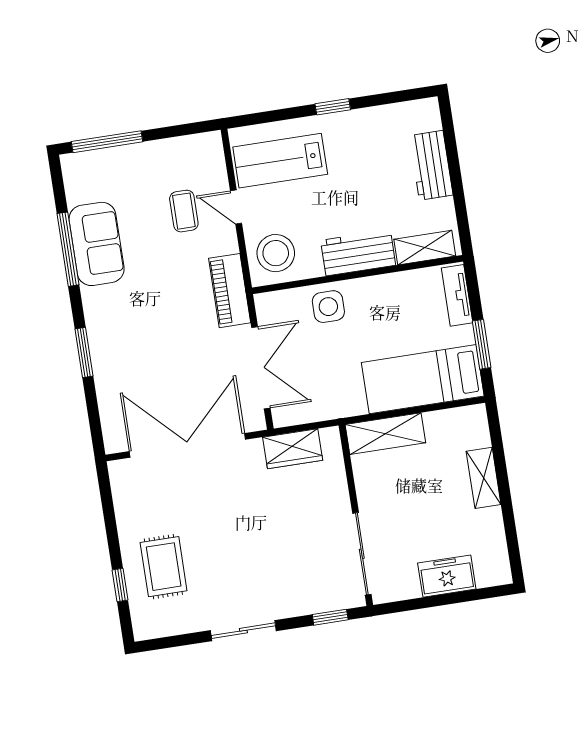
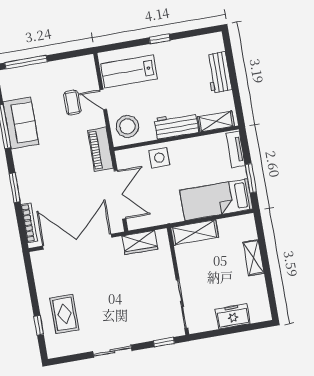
bookcase: (107, 412) -> (29, 223), added

